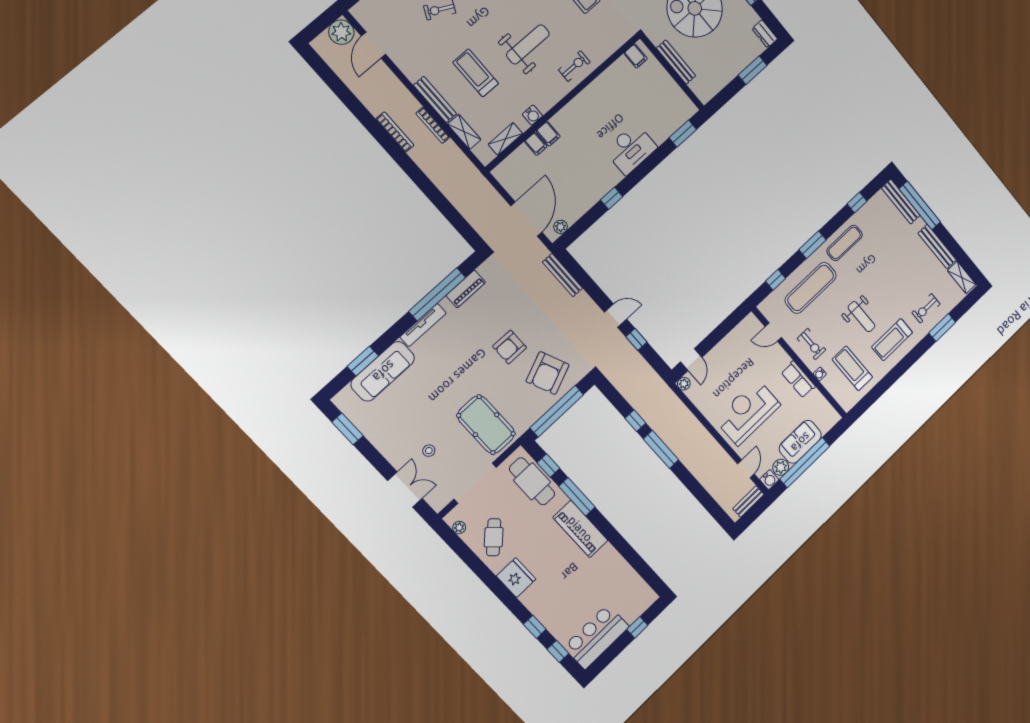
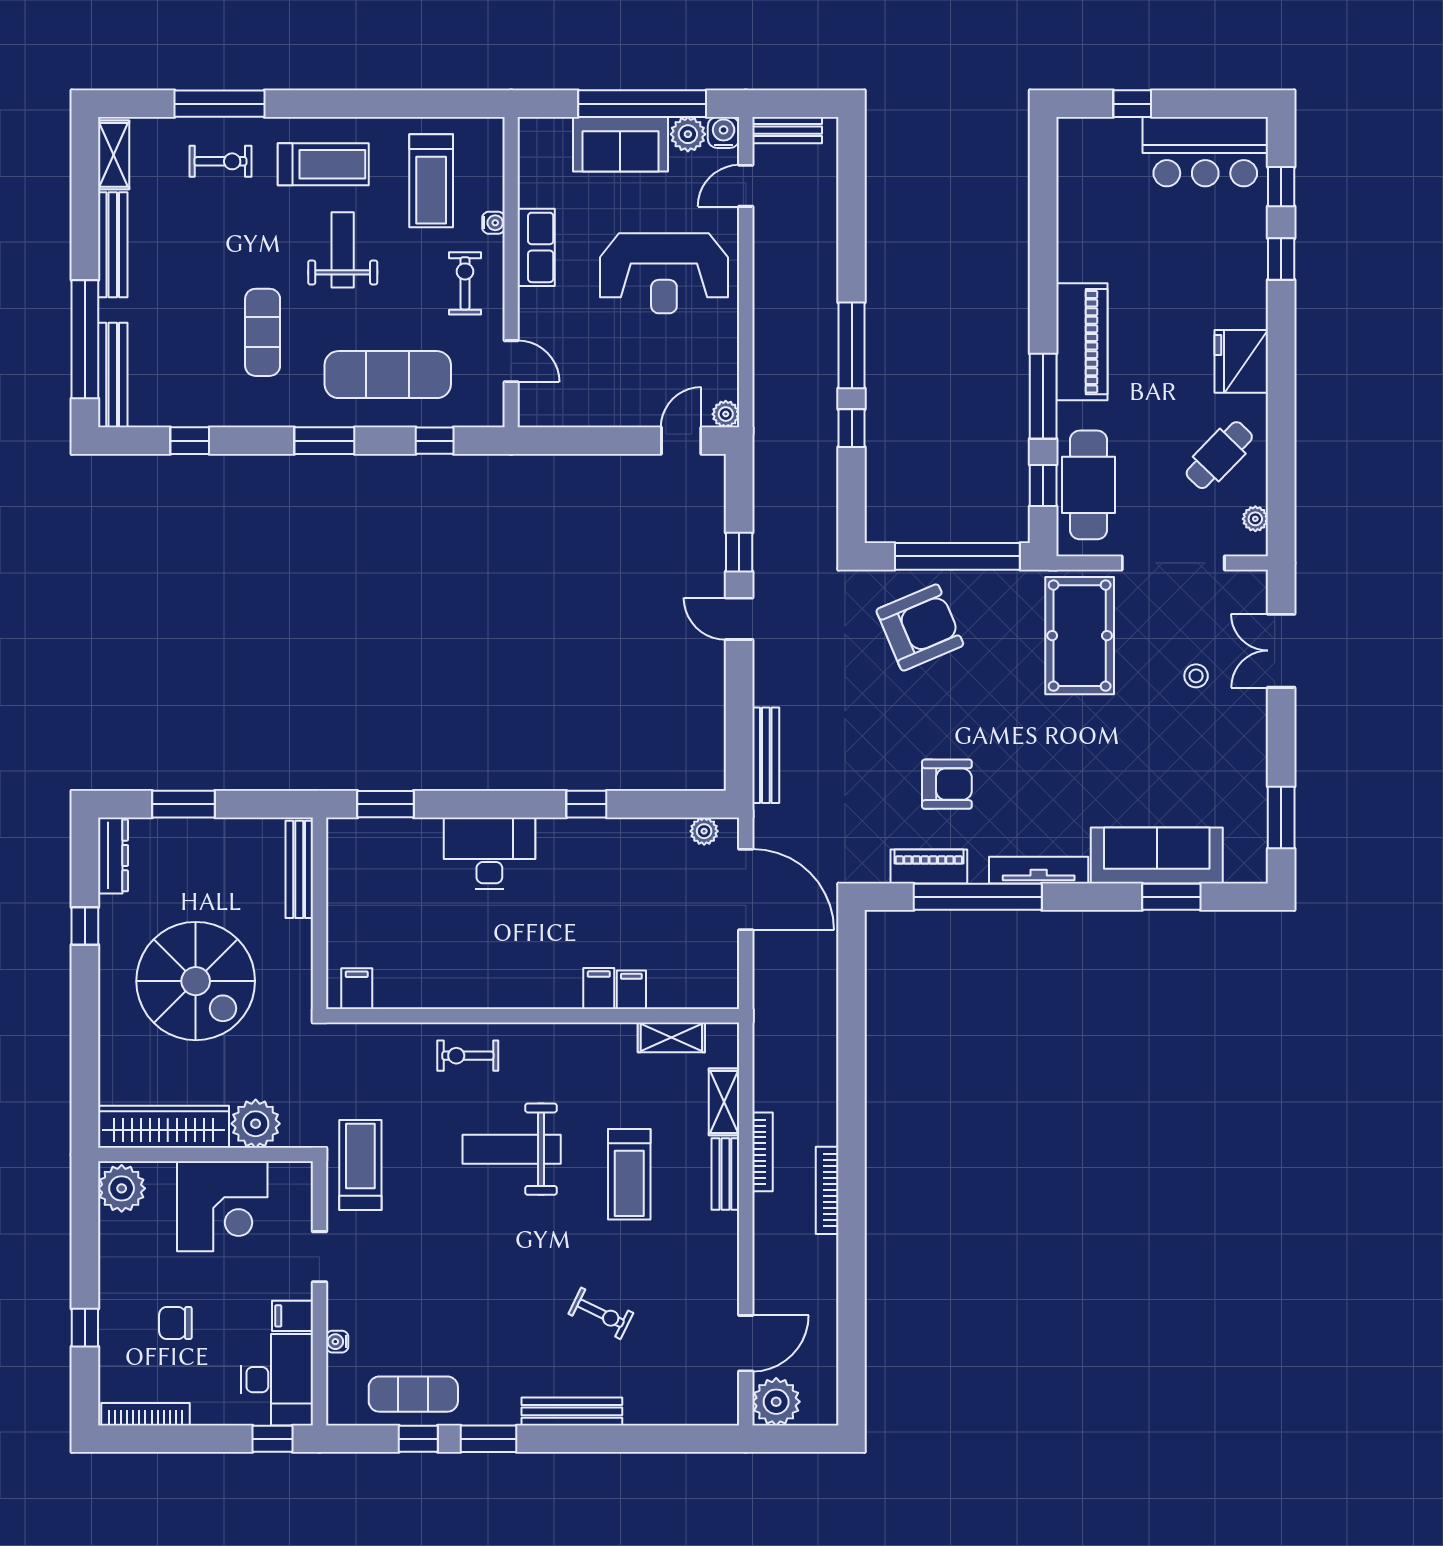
dresser: (765, 34) -> (113, 855), width x1.44
bench: (676, 62) -> (299, 869), moved
bench: (435, 100) -> (725, 1174), width x0.73
water cooler: (532, 115) -> (598, 1037), removed
door: (526, 219) -> (746, 890), swing flipped
exercise mat: (845, 243) -> (263, 332), moved, turned 90
window: (942, 328) -> (219, 104), width x1.44
armchair: (510, 347) -> (947, 784), moved

